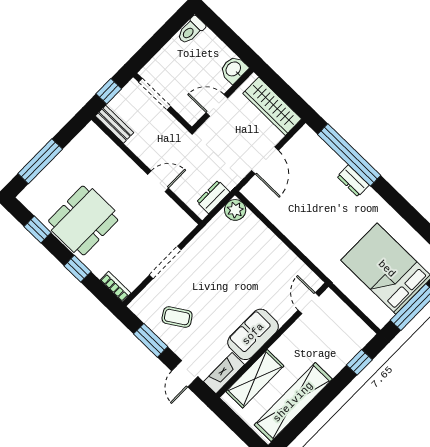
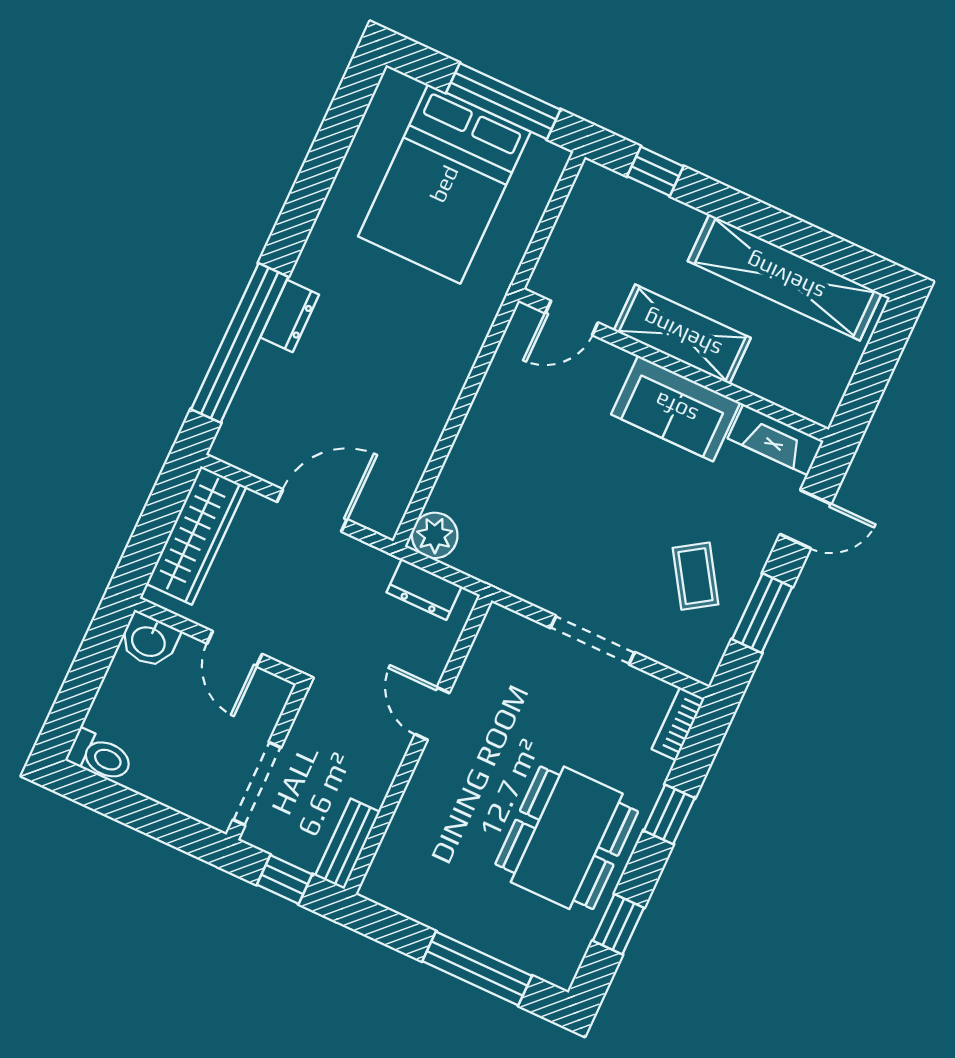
dining table: (83, 220) -> (567, 838), turned 90
shelving: (255, 379) -> (682, 334), moved

